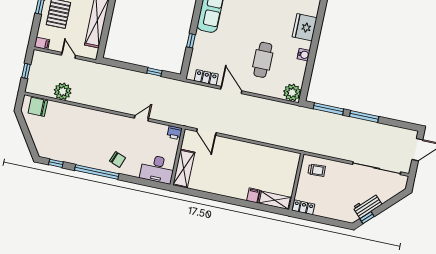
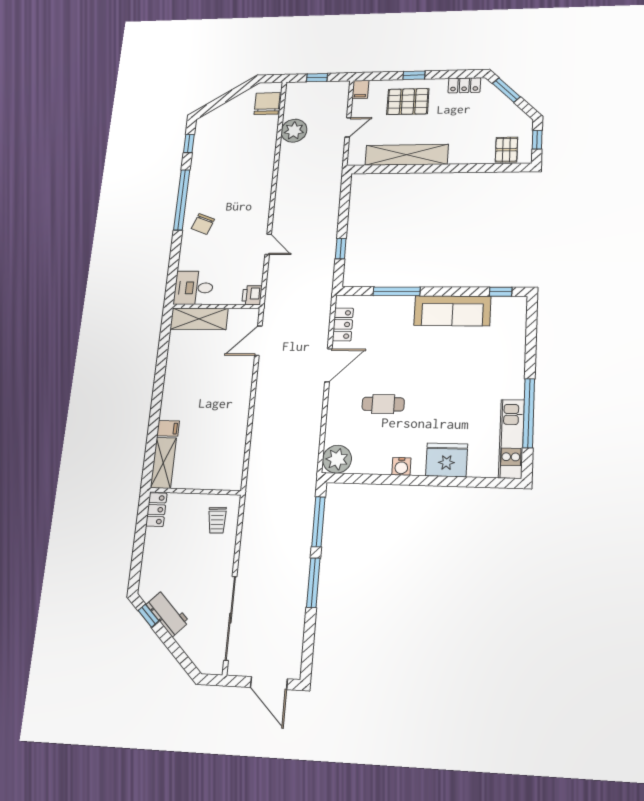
window: (191, 41) -> (397, 291), width x2.17
cafe table: (263, 60) -> (383, 404), width x0.73, depth x0.74
desk: (157, 169) -> (194, 288), width x0.73

